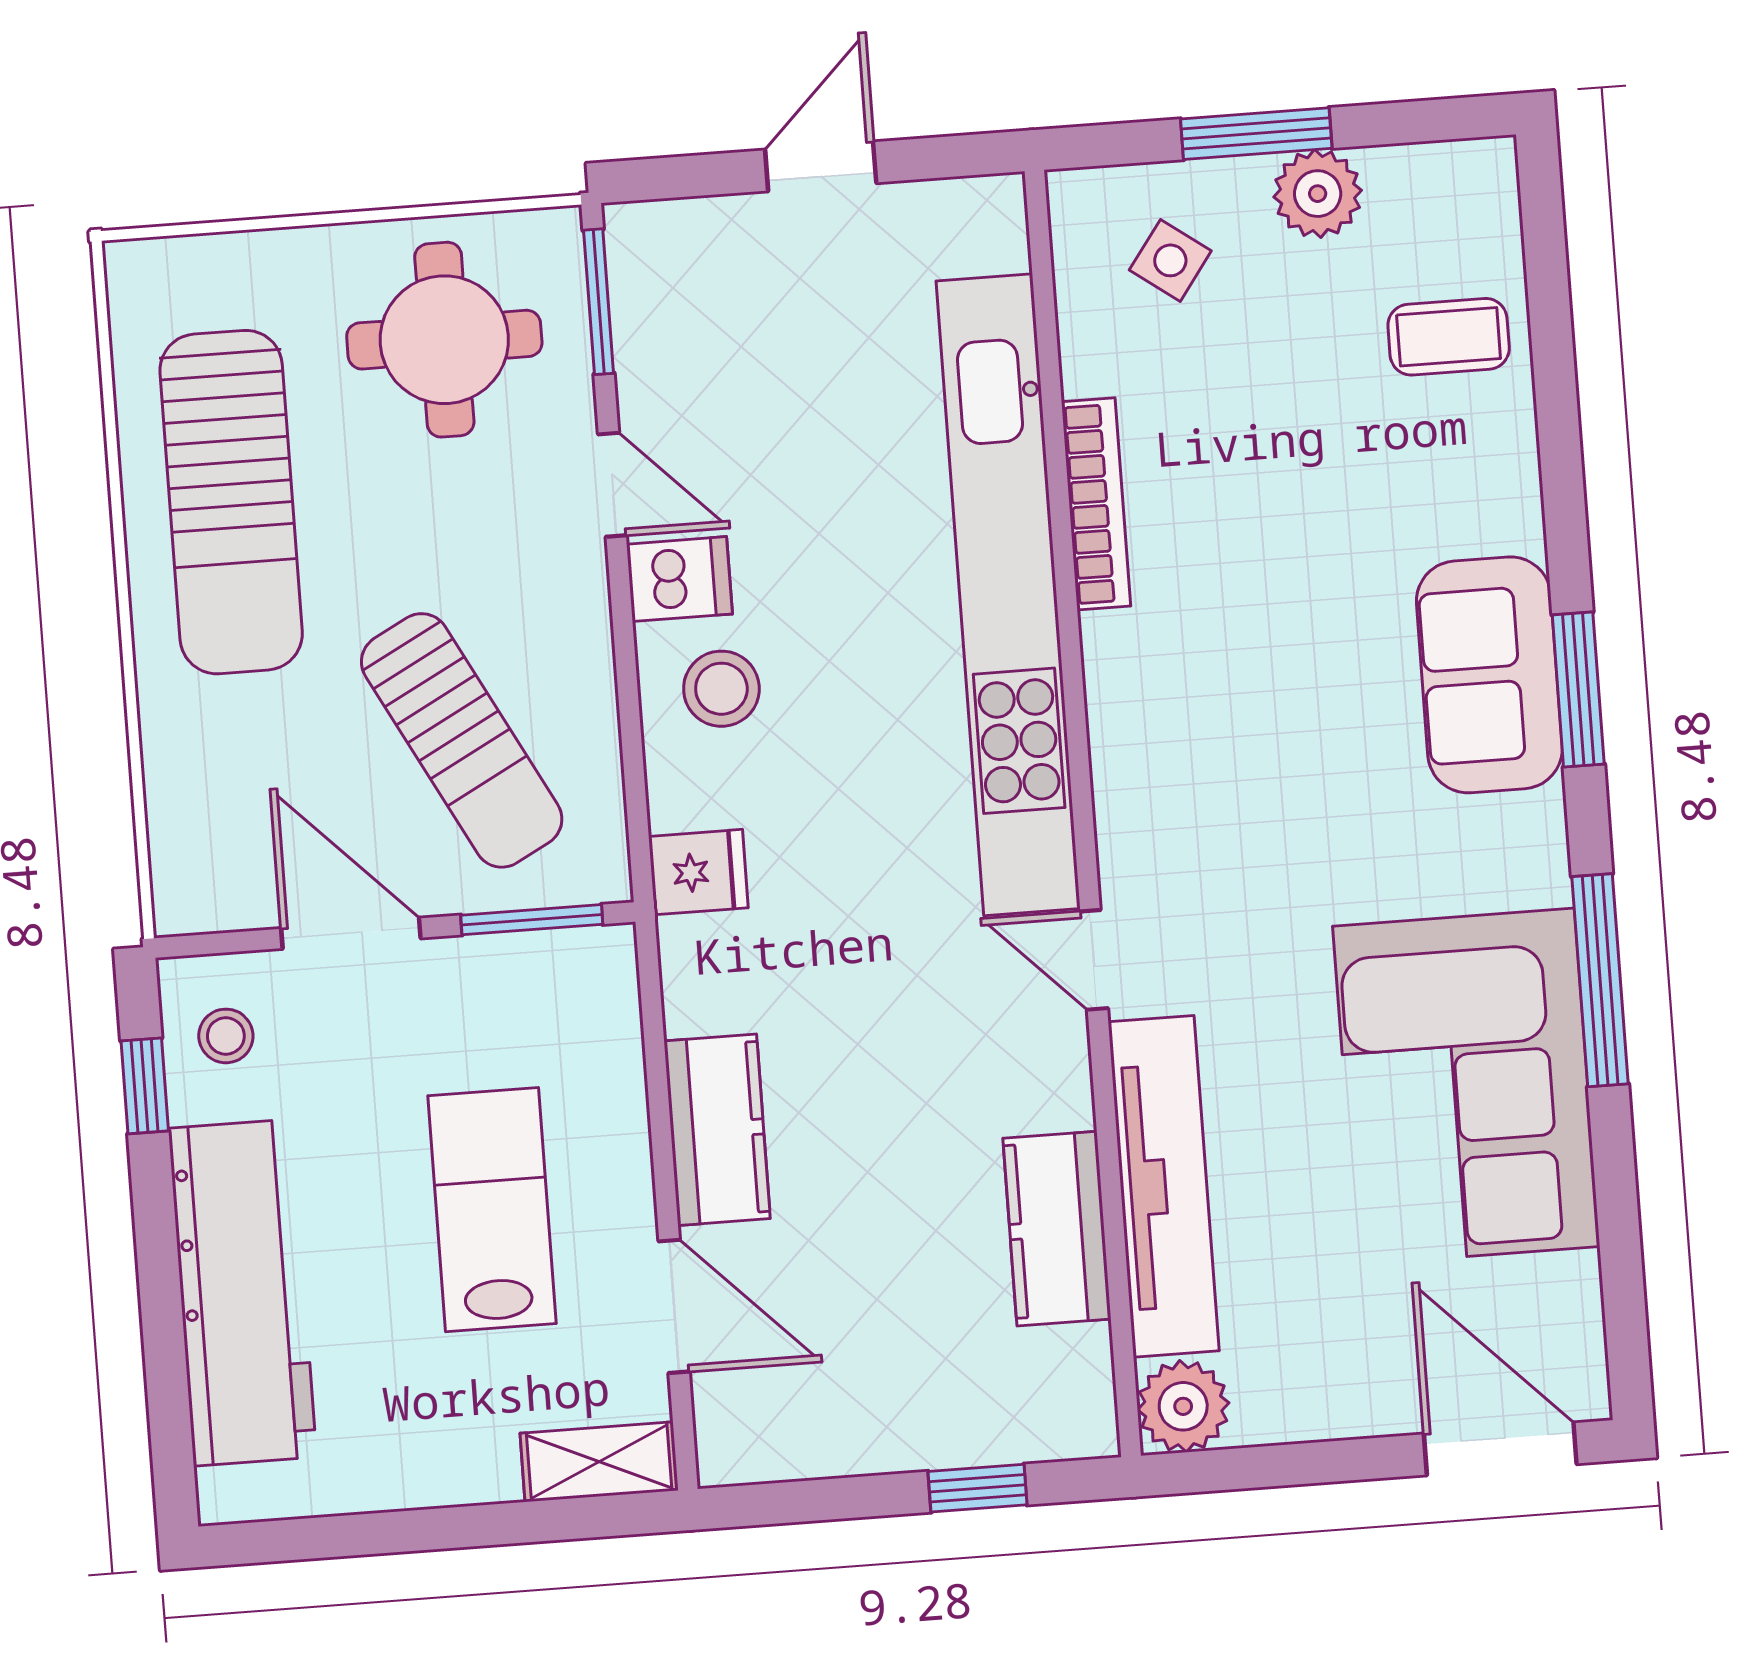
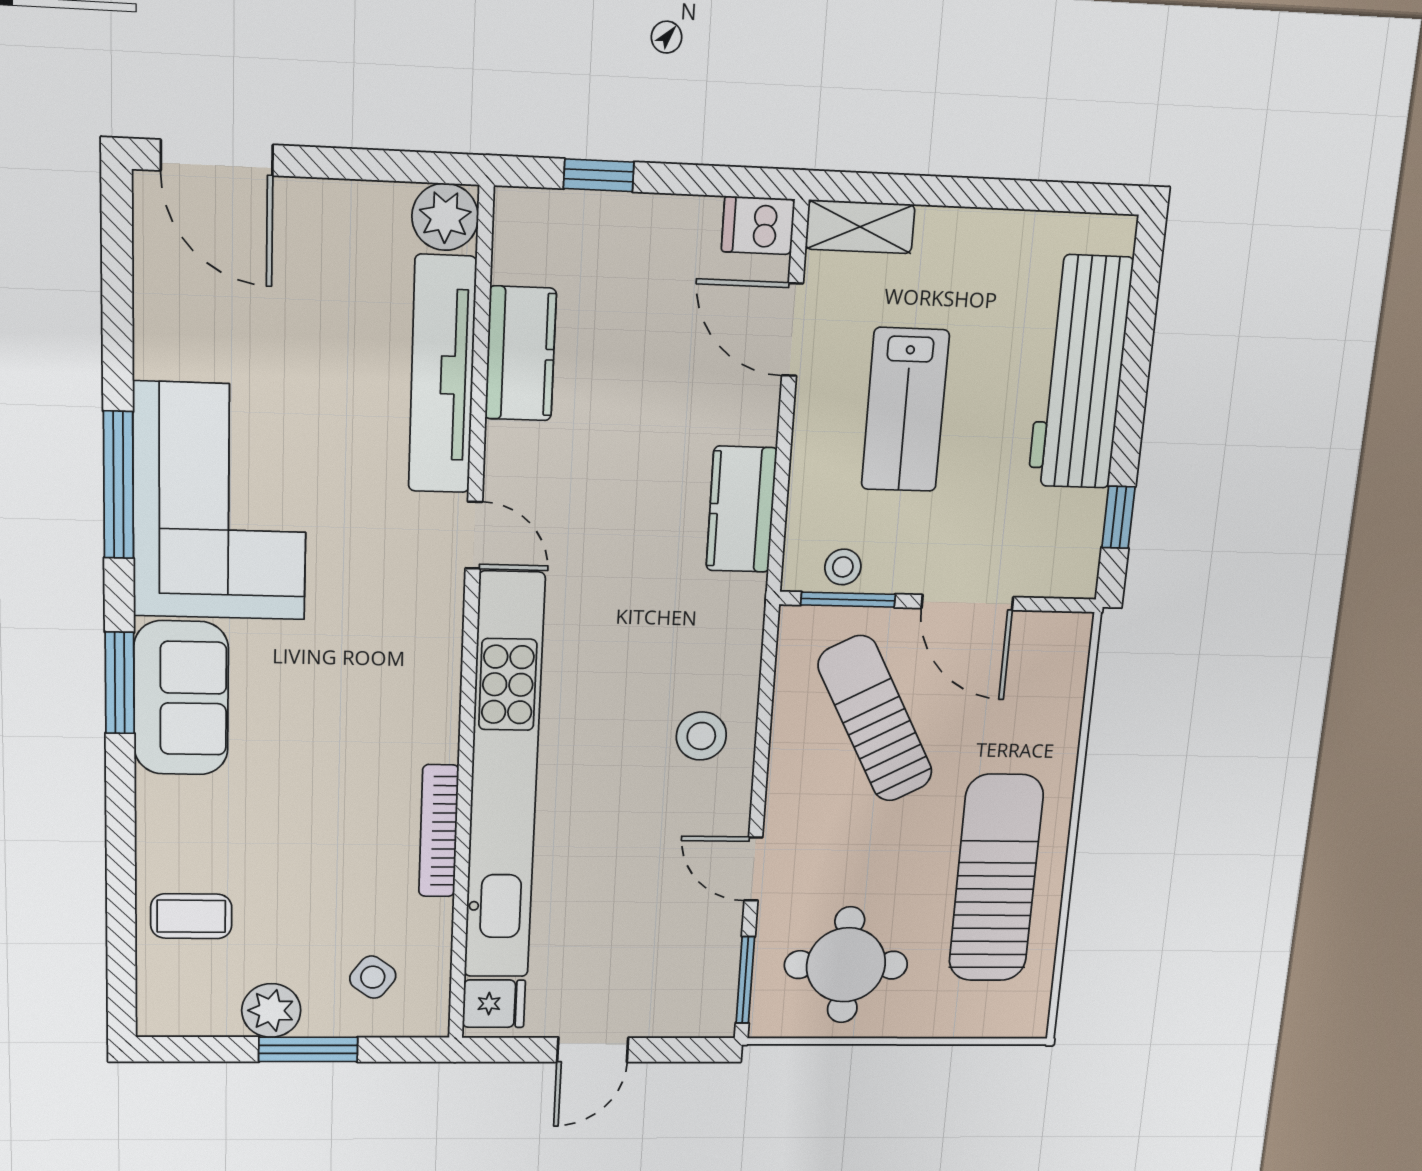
dishwasher: (679, 579) -> (758, 225), moved
fridge: (698, 872) -> (494, 1004), moved, turned 180
stool: (226, 1036) -> (843, 567), moved
corner sofa: (1466, 1086) -> (220, 502), moved
kitchen counter: (717, 1130) -> (741, 509), moved

